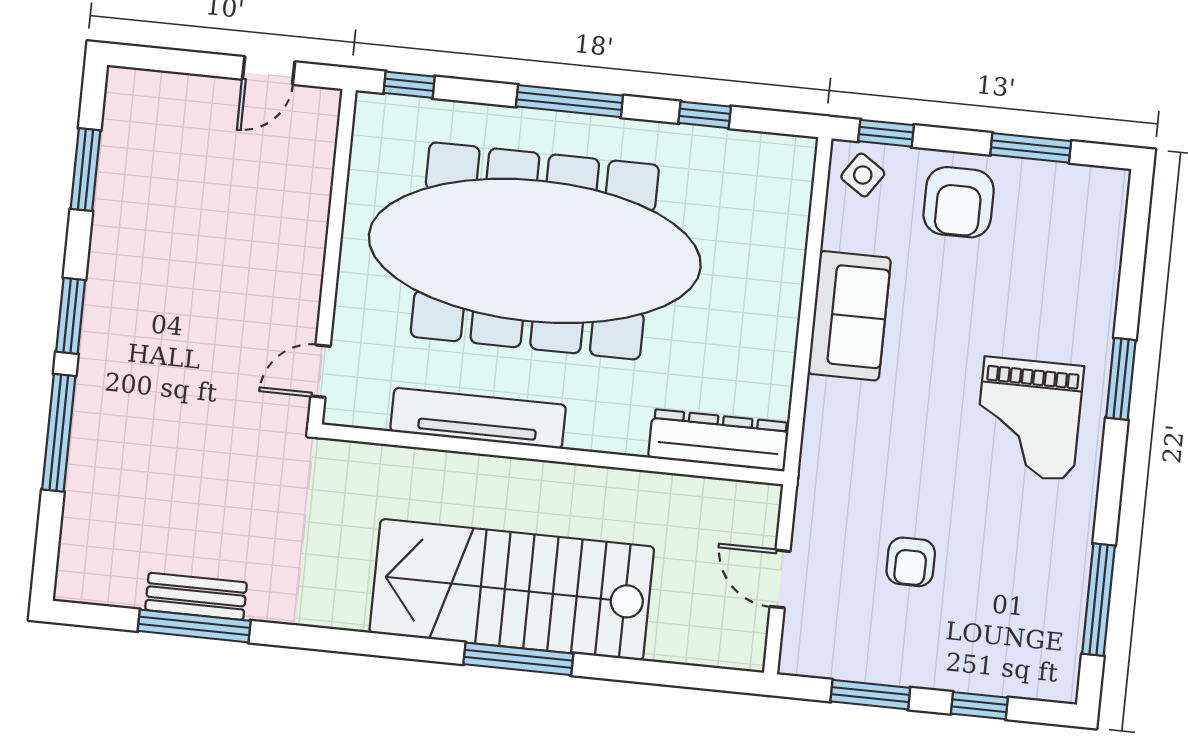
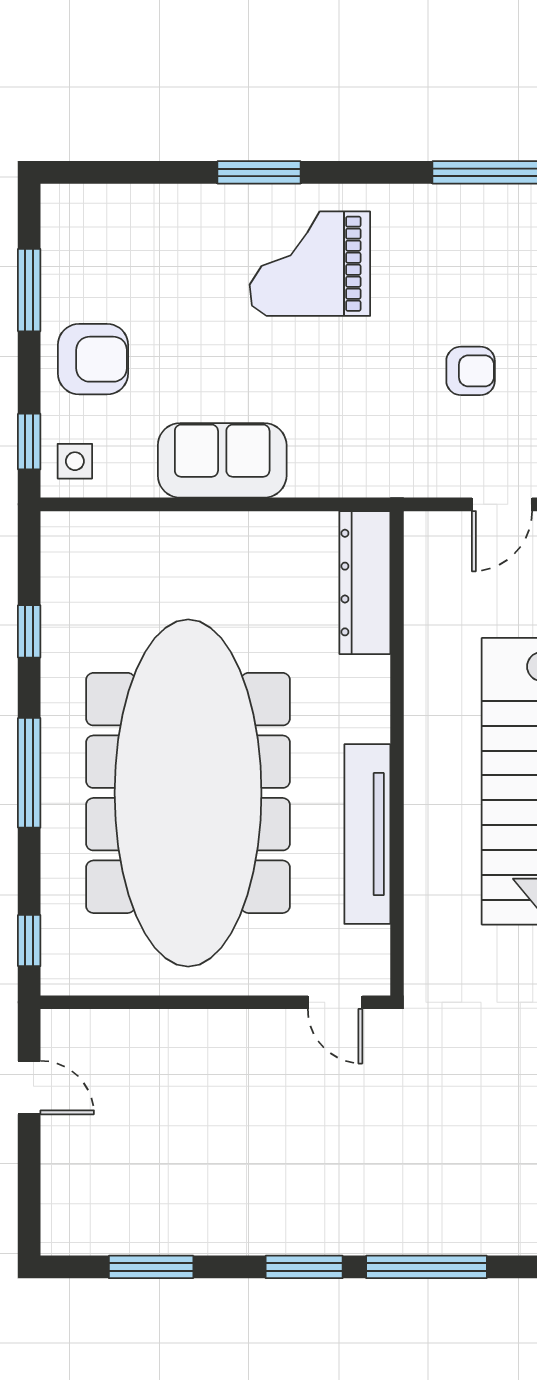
side table: (863, 175) -> (75, 461), turned -34
grand piano: (1029, 419) -> (310, 264), turned 180

